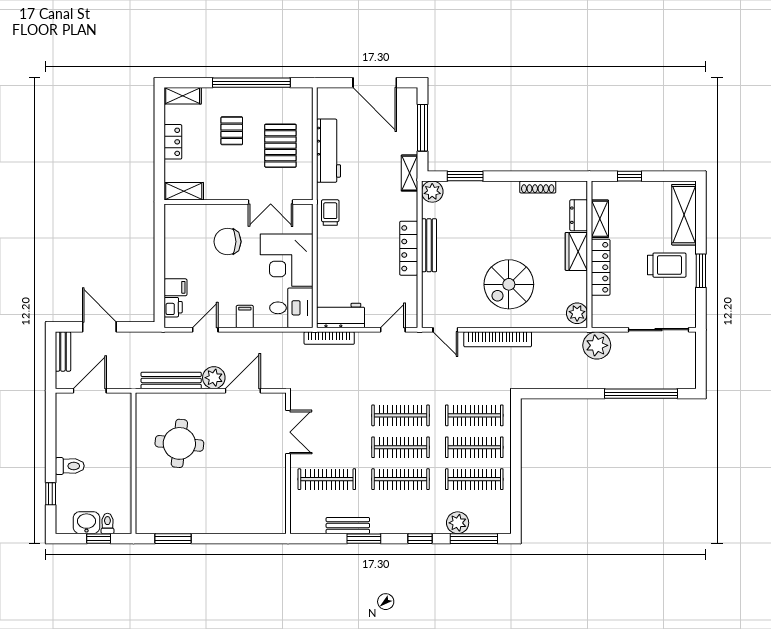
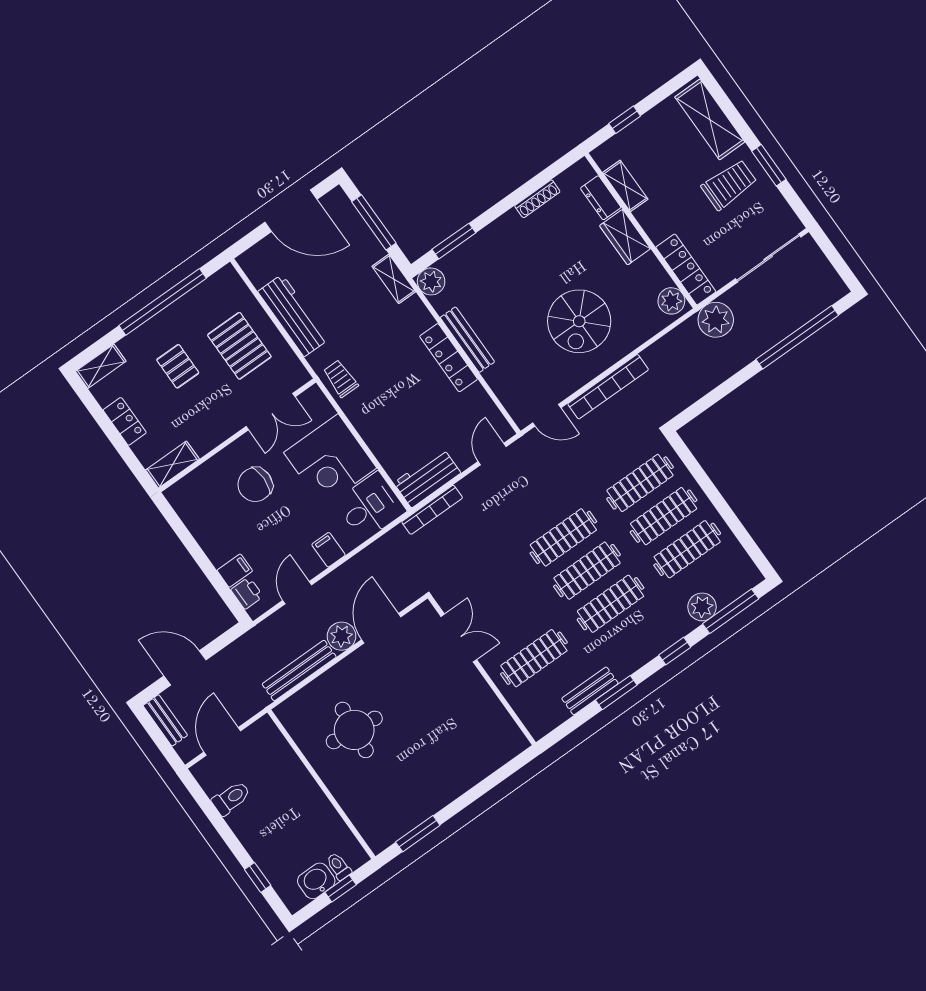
locker: (601, 267) -> (686, 269), moved
toilet: (70, 466) -> (231, 798), moved

